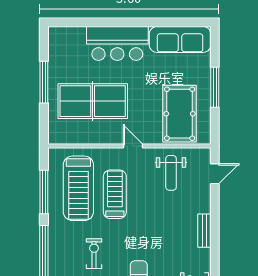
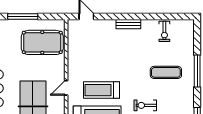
door: (133, 146) -> (66, 88), moved
weight bench: (171, 173) -> (86, 49), removed

